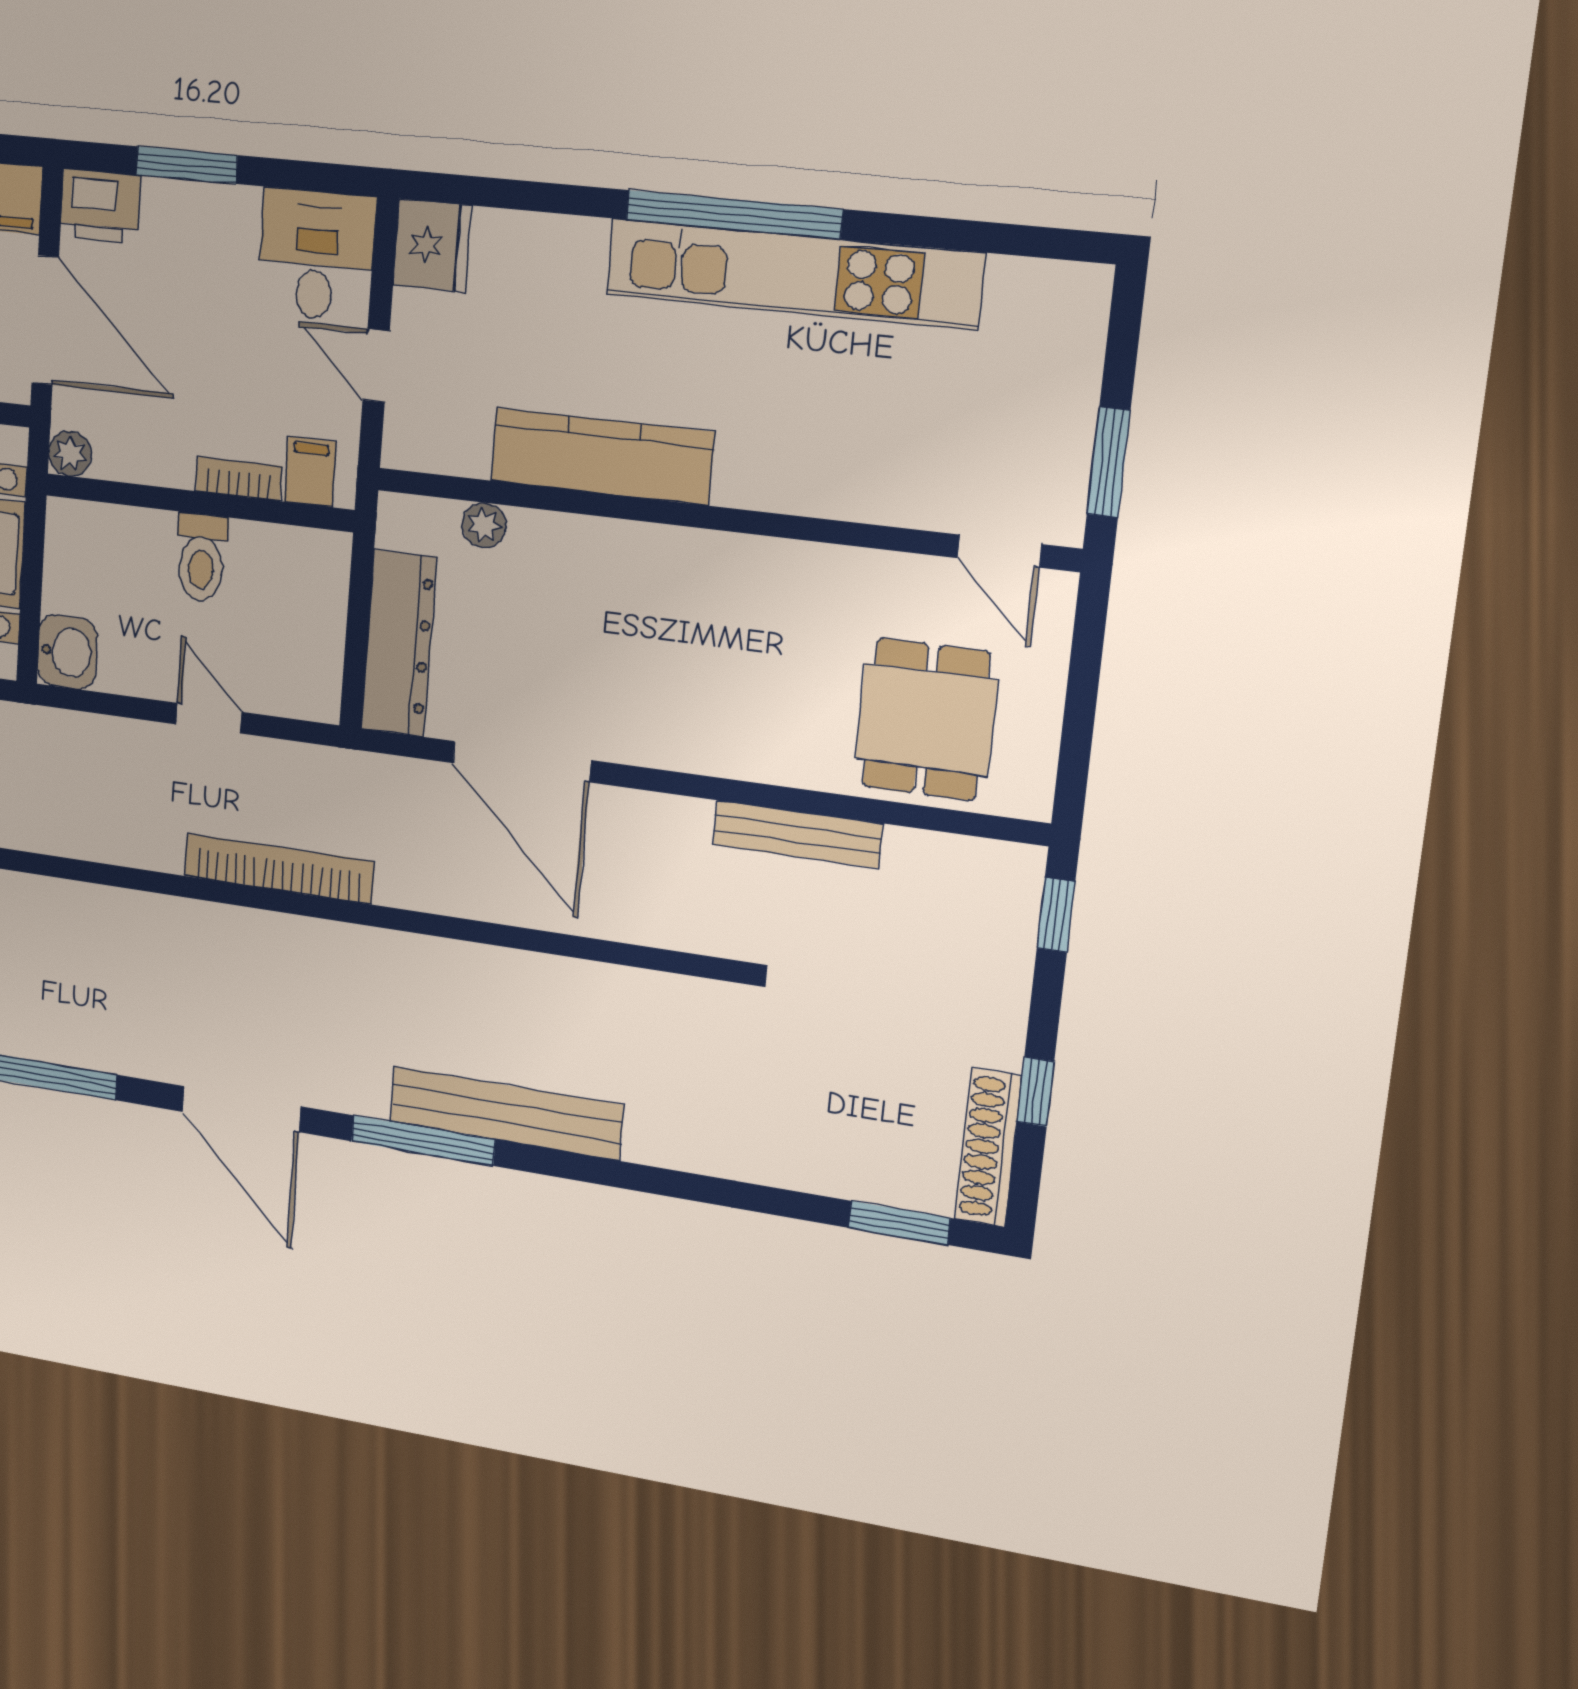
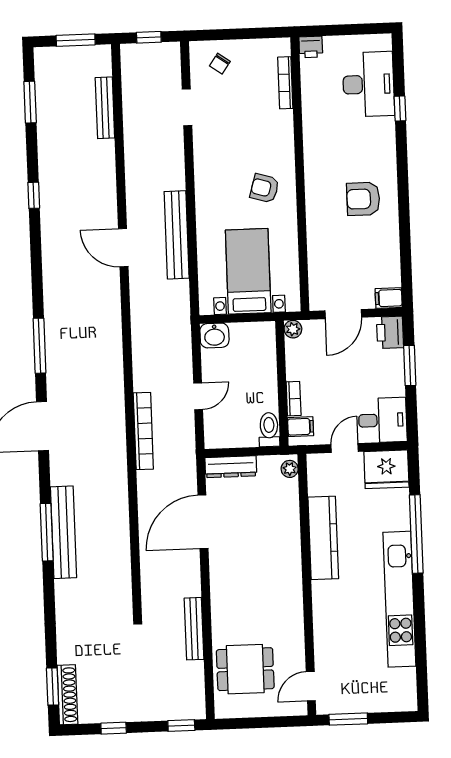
window: (734, 214) -> (416, 534), moved
fridge: (432, 246) -> (386, 469), width x1.36, depth x1.34
door: (45, 320) -> (343, 314), width x0.73
plant: (484, 525) -> (290, 469), moved
toilet: (201, 557) -> (269, 430), moved, turned 90
dresser: (399, 643) -> (231, 467), width x0.73, depth x0.80
window: (423, 1141) -> (47, 532), moved
shoe rack: (988, 1147) -> (67, 695), moved, turned 90

